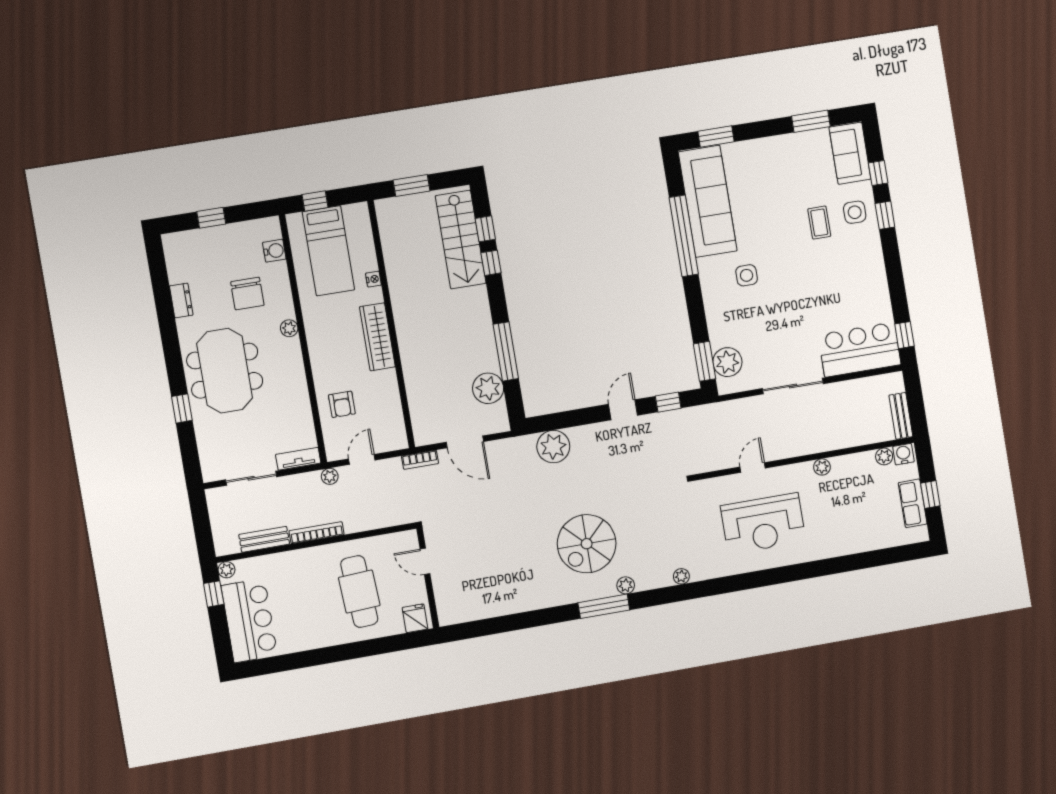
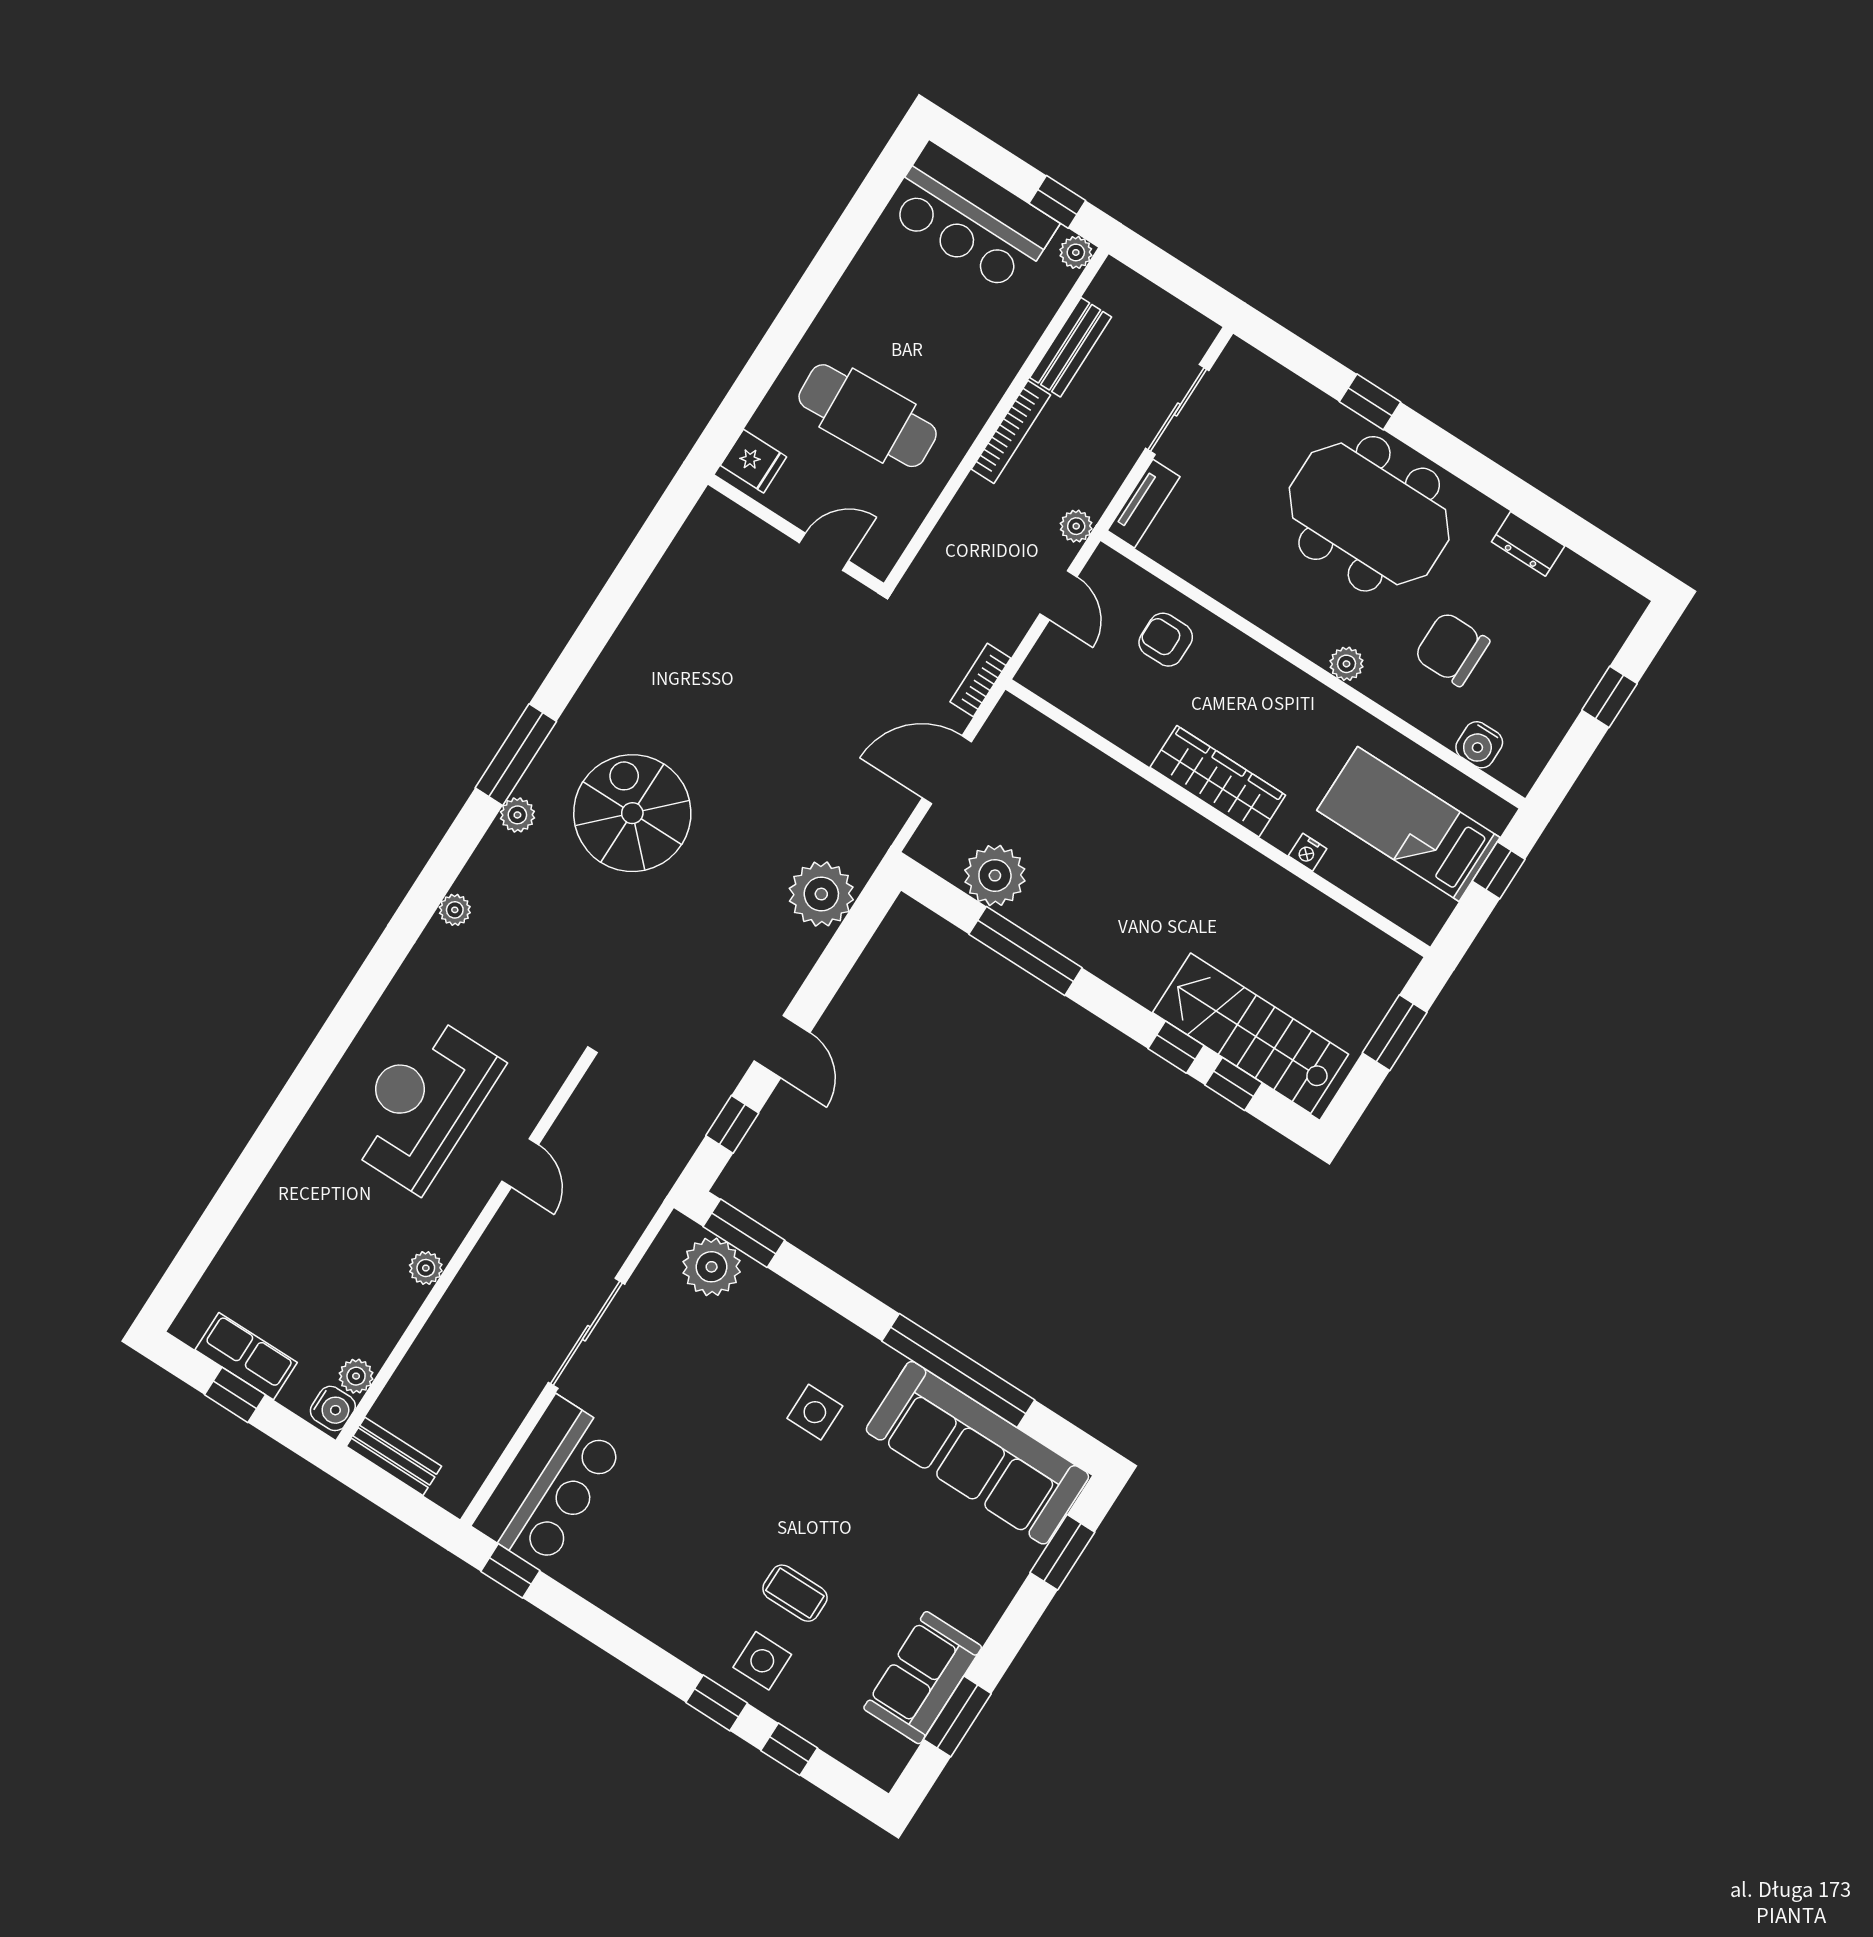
sofa: (850, 153) -> (923, 1678), moved, turned -90

